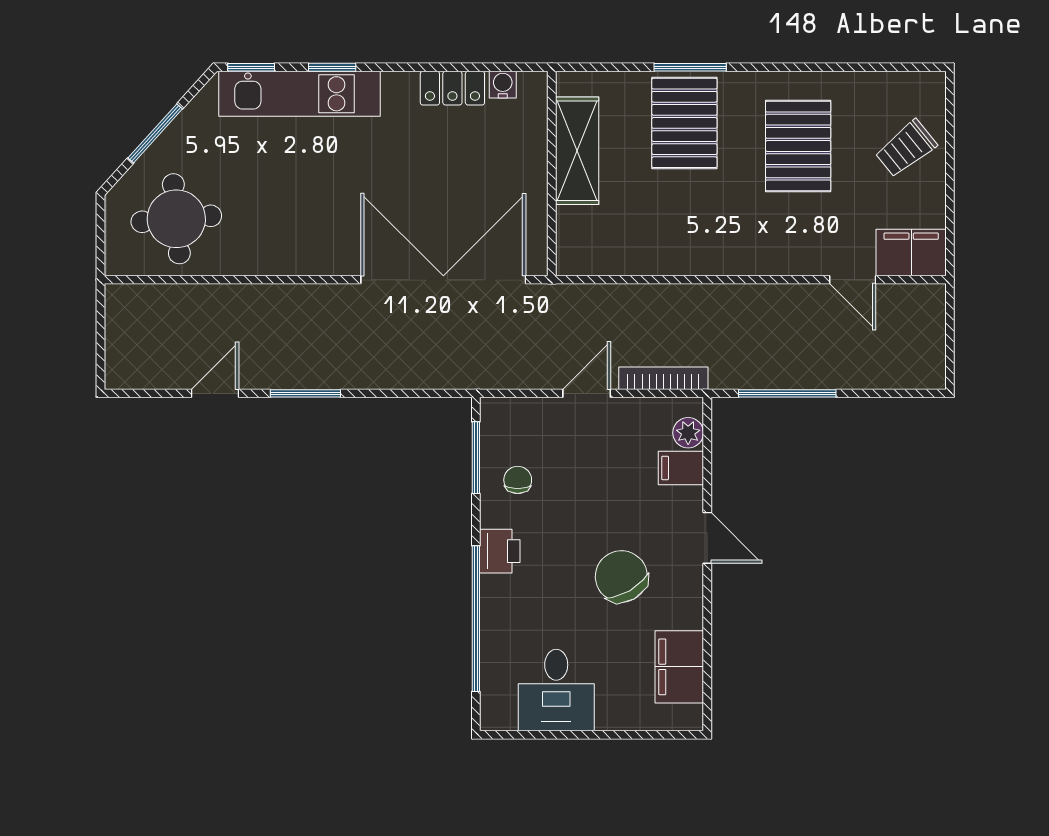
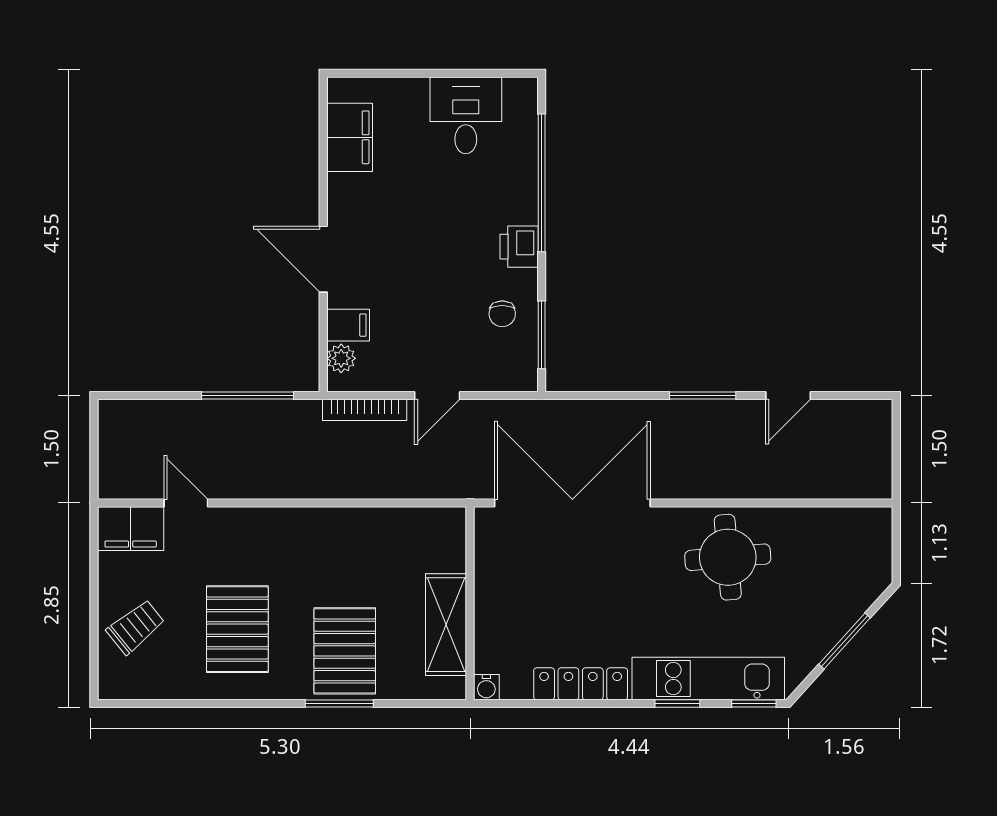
water cooler: (503, 85) -> (486, 687), moved
locker: (452, 88) -> (581, 684), width x1.53
round table: (176, 219) -> (728, 557), moved
double door: (443, 280) -> (572, 503), swing flipped
door: (707, 538) -> (323, 259), width x1.38
chair: (621, 577) -> (404, 223), removed

